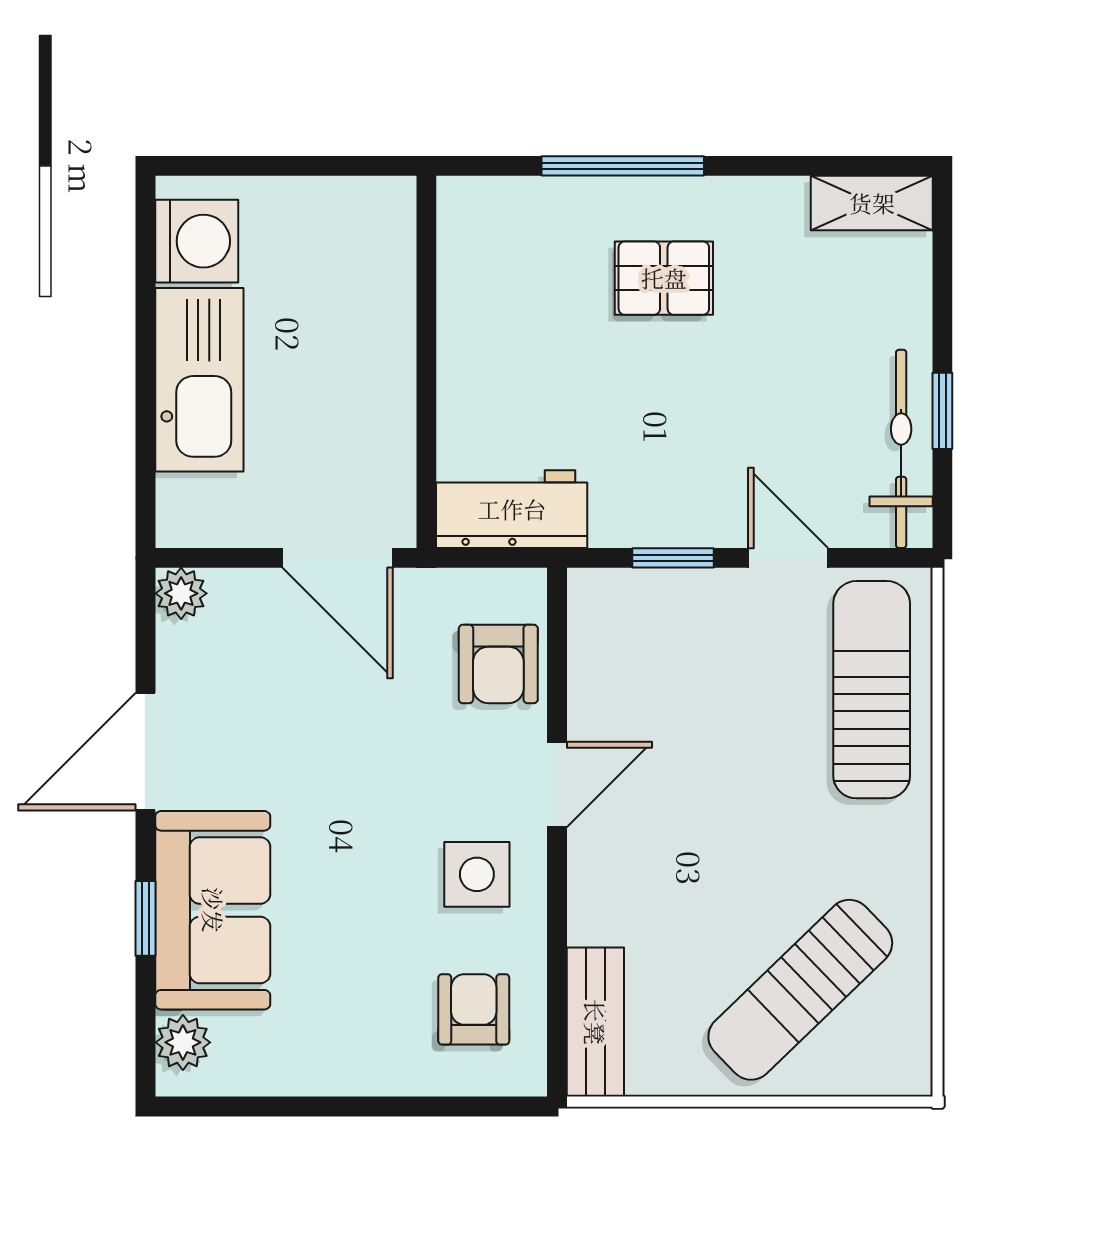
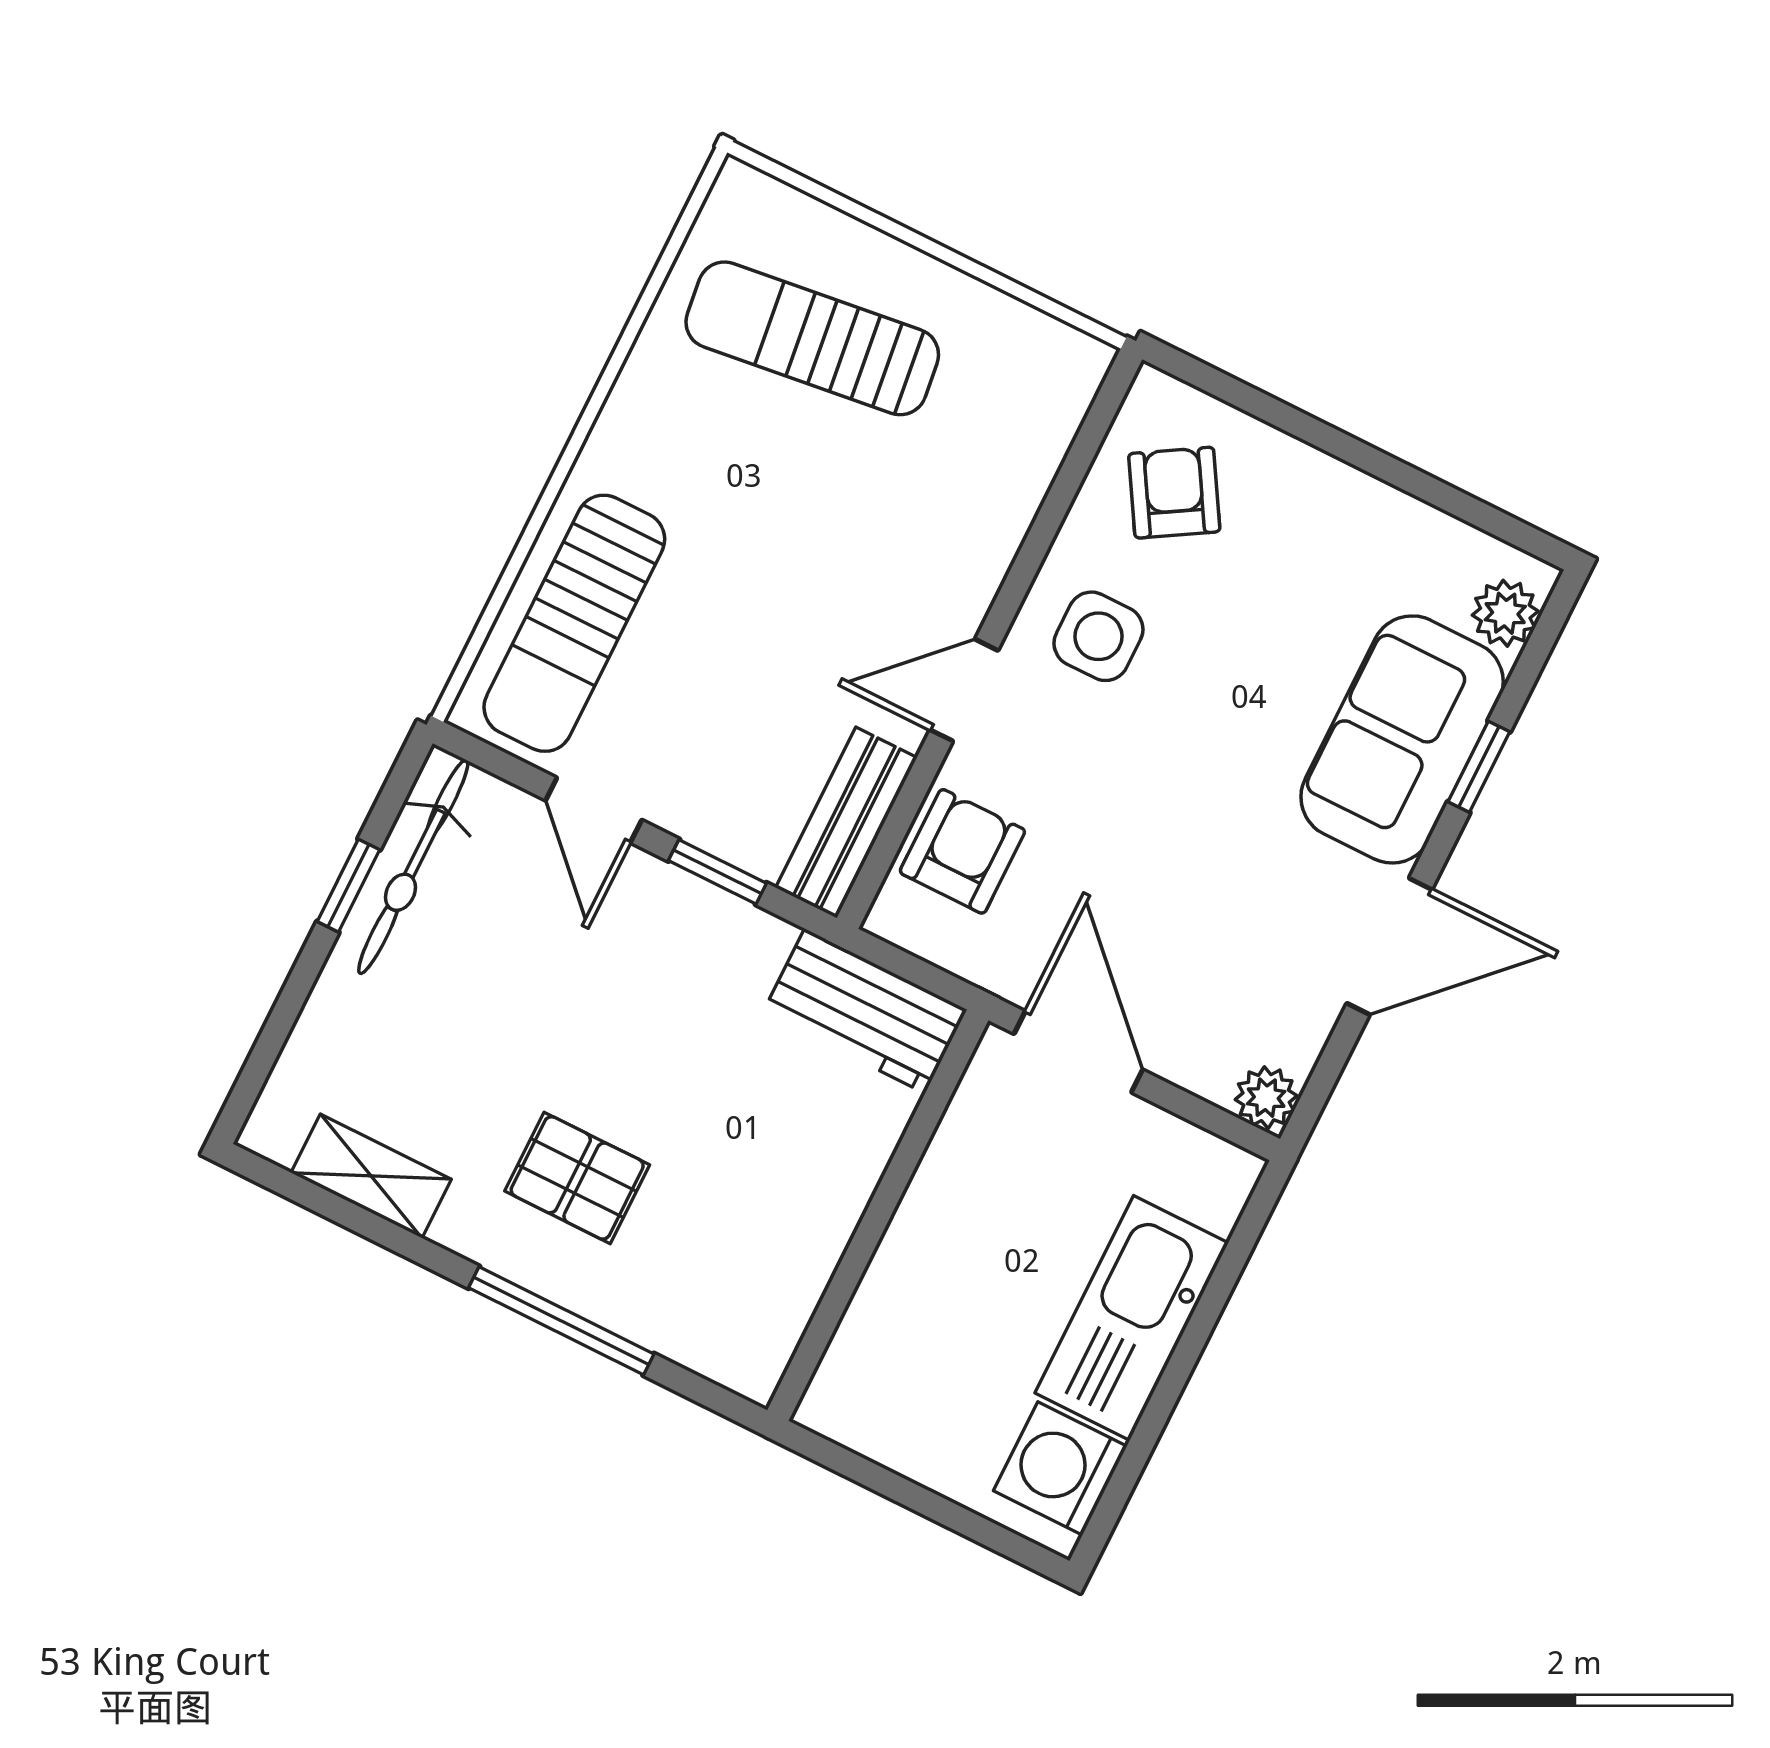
shelving: (872, 203) -> (371, 1176), moved
sun lounger: (800, 990) -> (812, 338), turned -143
armchair: (474, 1009) -> (1174, 493), turned 149
bench: (595, 1022) -> (846, 823), moved

